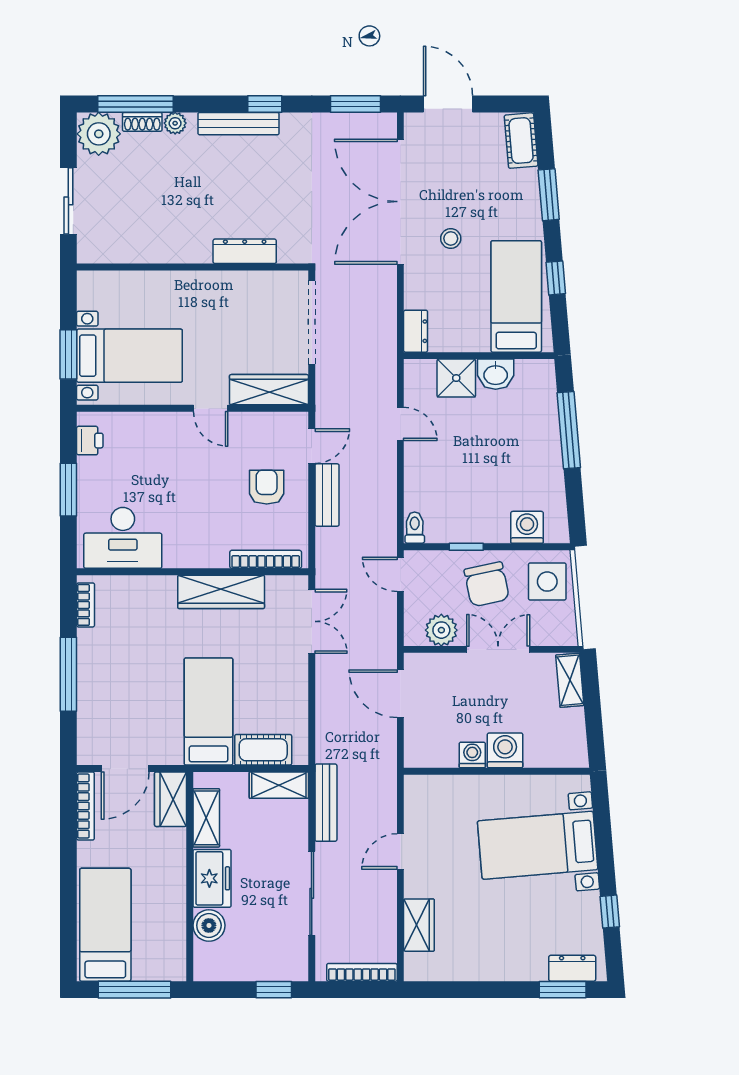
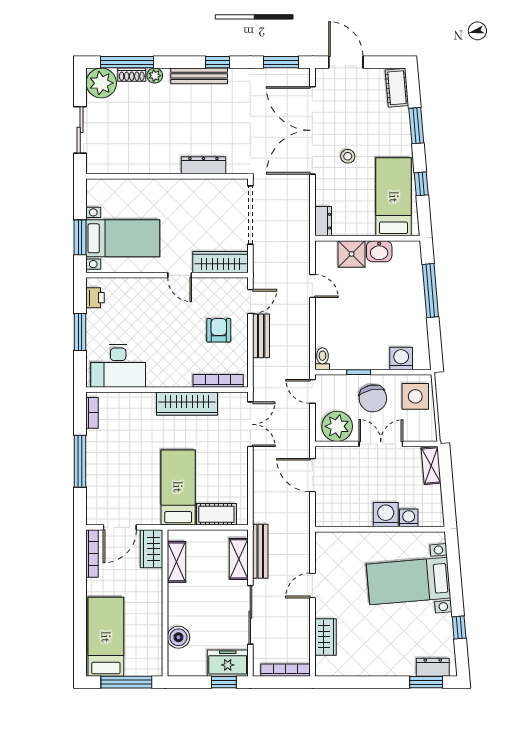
plant: (441, 630) -> (337, 426), width x1.36, depth x1.36
washing machine: (472, 755) -> (409, 518), moved
shelving: (279, 785) -> (239, 559), moved, turned 90
freezer: (212, 878) -> (228, 663), moved, turned -90

